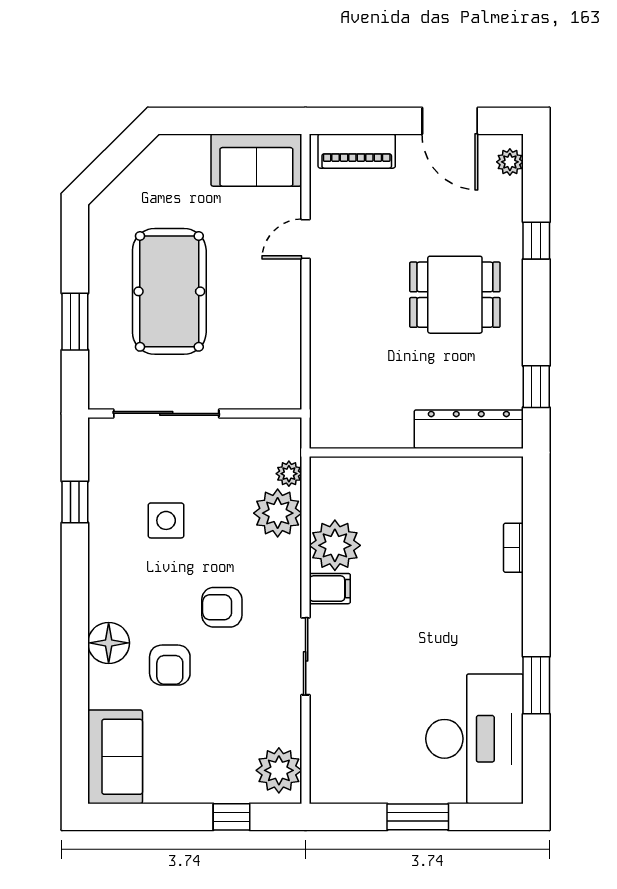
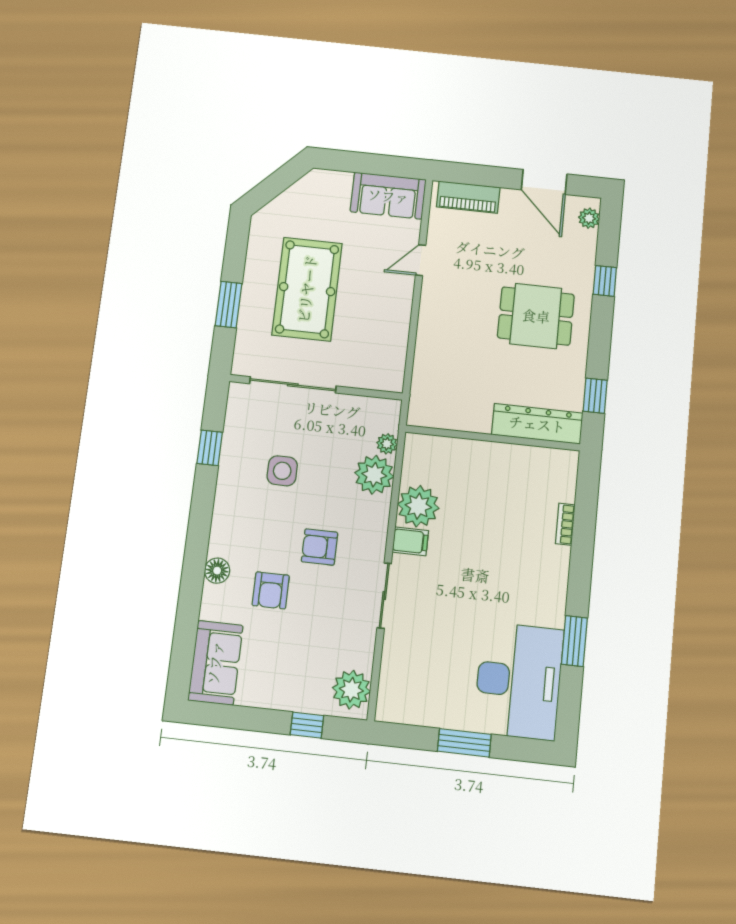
floor lamp: (109, 643) -> (217, 571), width x0.73, depth x0.73

